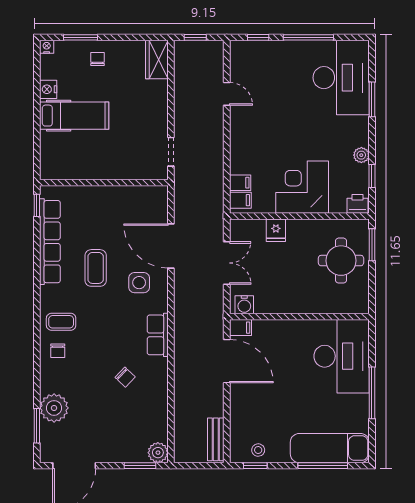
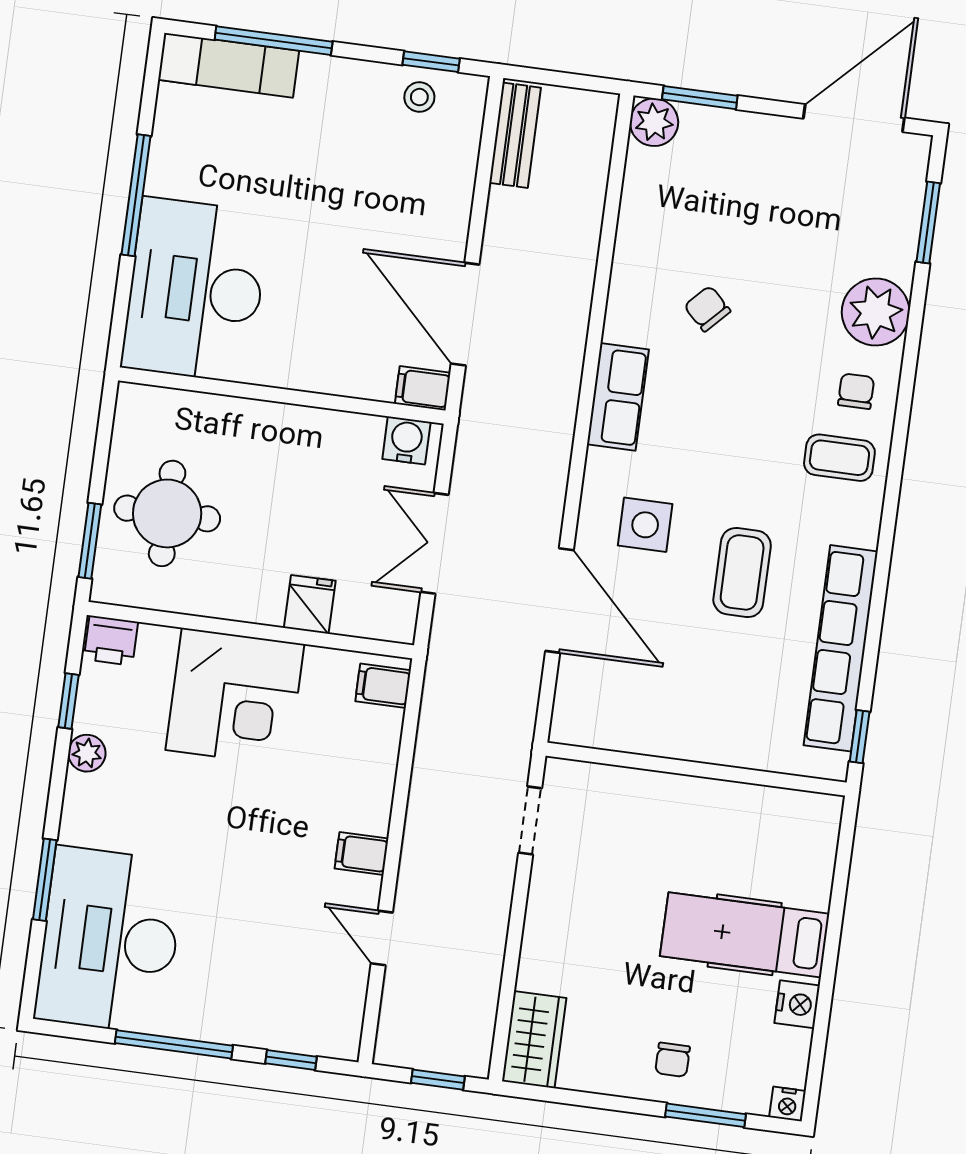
filing cabinet: (240, 183) -> (362, 853), moved
plant: (54, 408) -> (876, 312), moved
exam couch: (330, 448) -> (229, 65), width x0.73, depth x0.69

